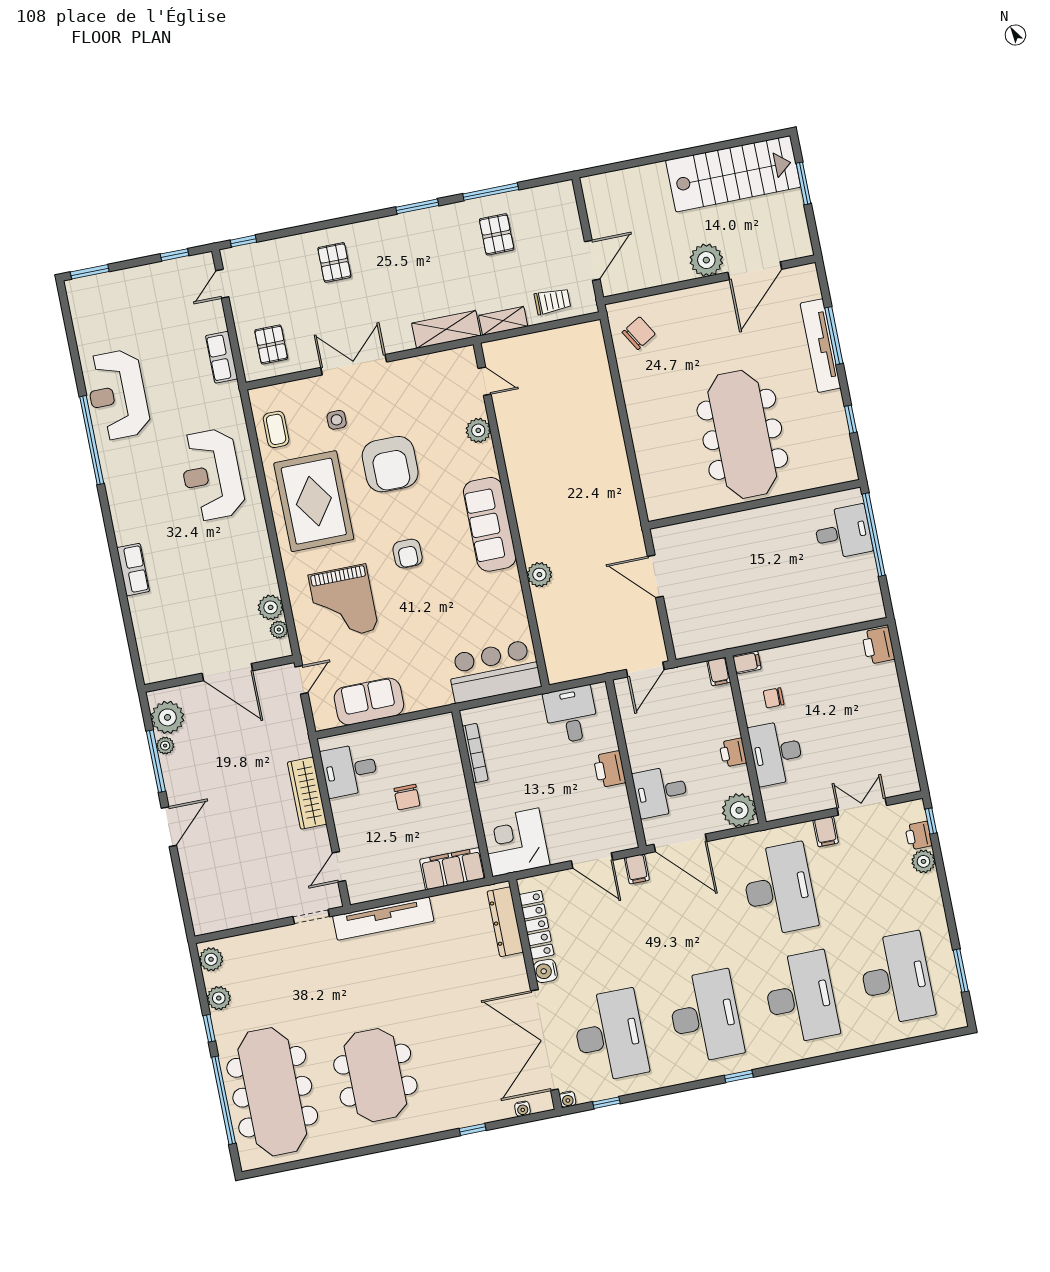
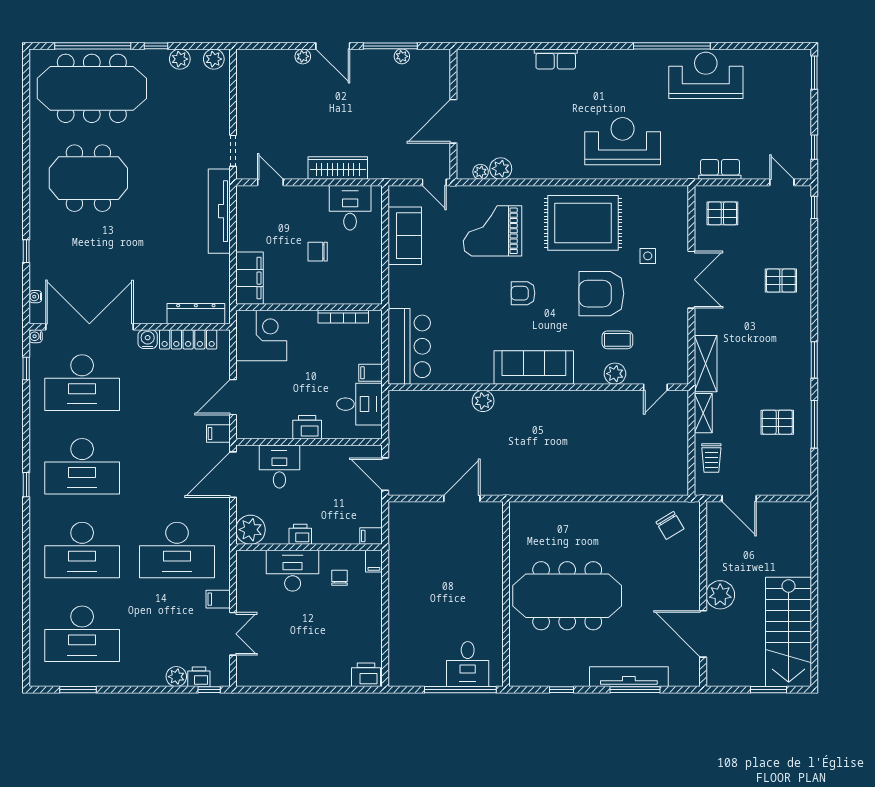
coffee table: (276, 429) -> (617, 340), moved
filing cabinet: (533, 709) -> (371, 373), added
plant: (168, 717) -> (303, 56), moved, width x0.53, depth x0.53

